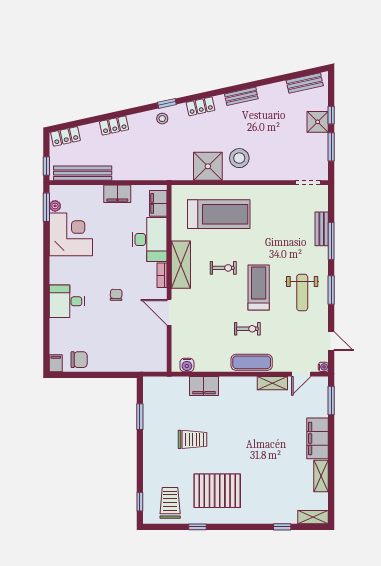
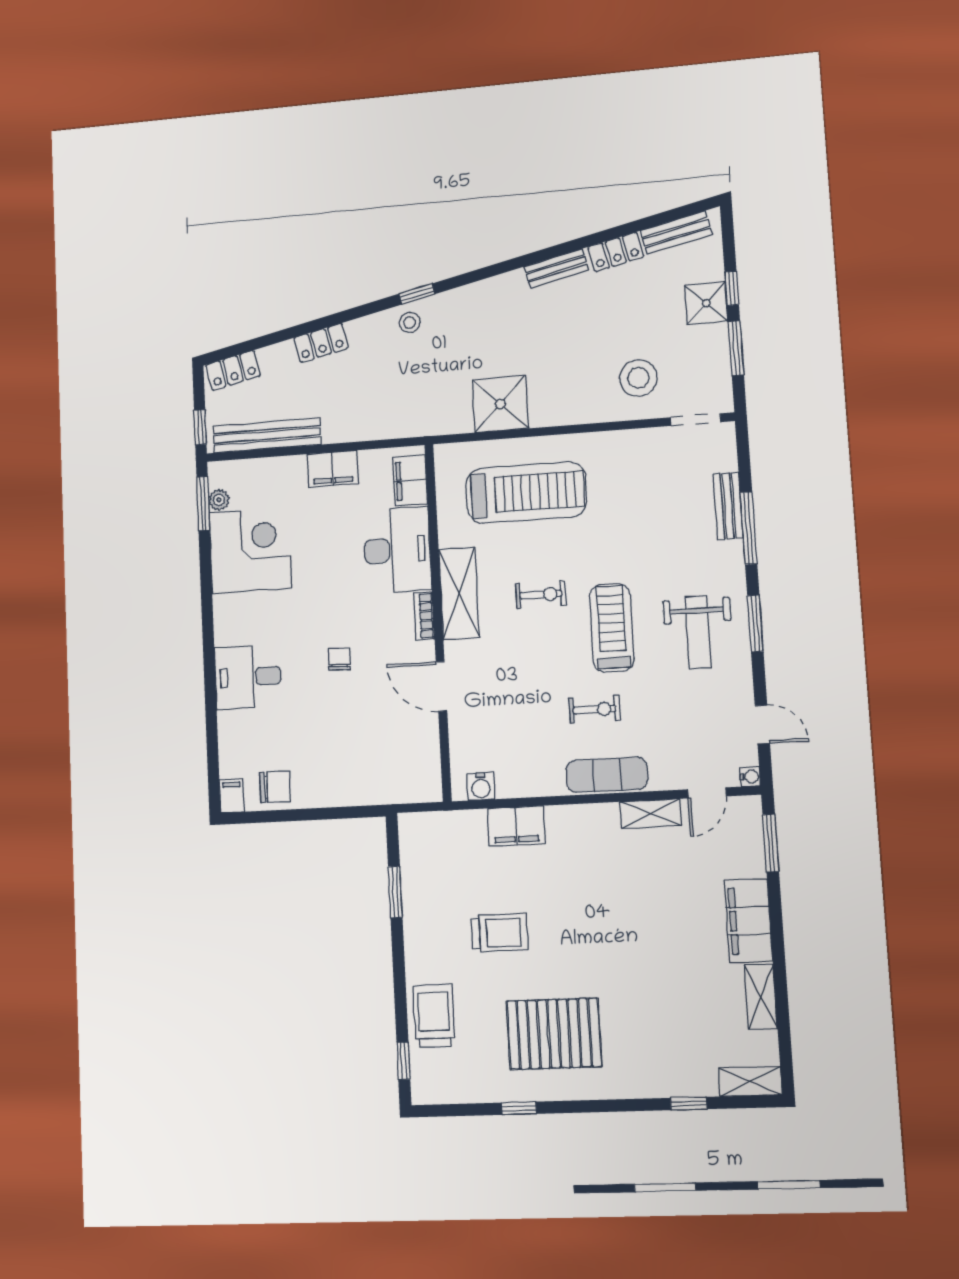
locker: (201, 106) -> (616, 252), moved
stool: (239, 158) -> (638, 378), moved
trolley: (170, 503) -> (434, 1016), moved

